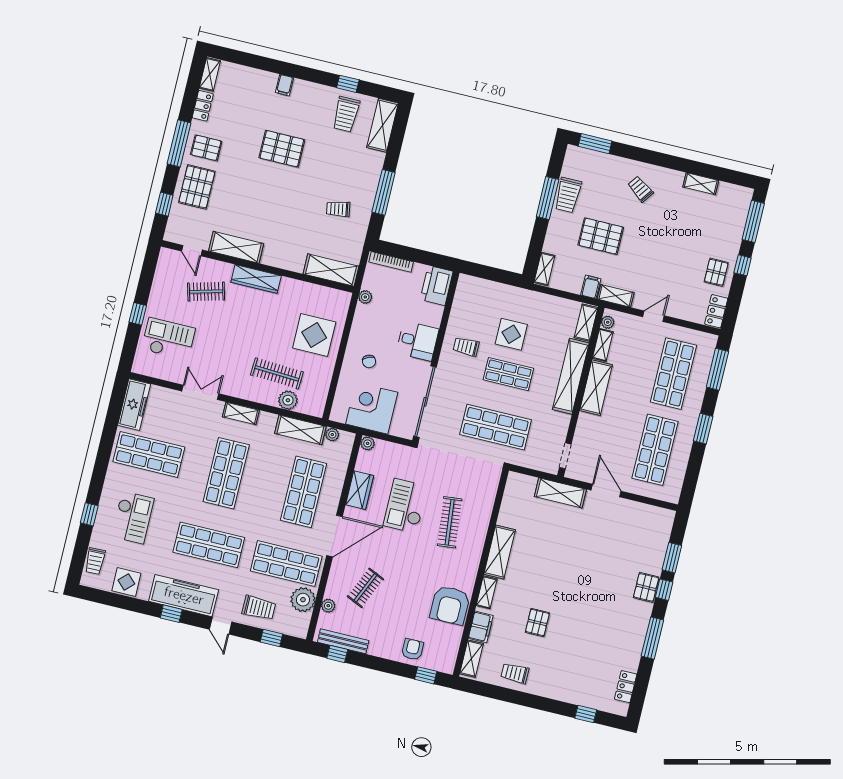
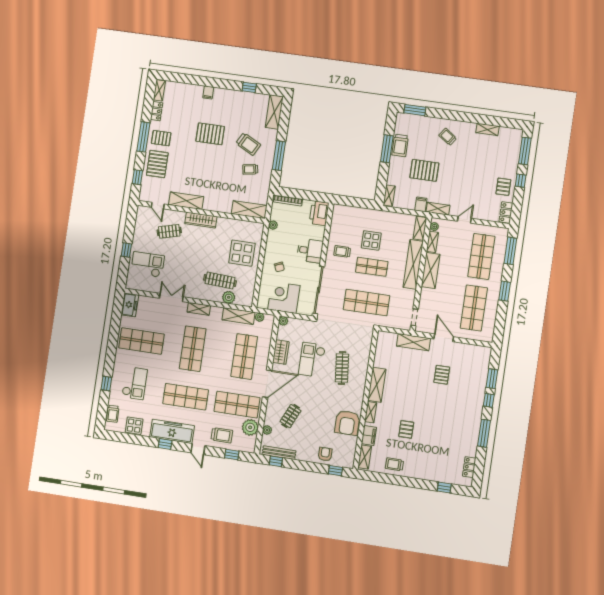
trolley: (346, 114) -> (248, 144), moved, turned -62
freezer: (134, 405) -> (130, 305), width x0.71
pallet: (646, 587) -> (442, 375), moved

